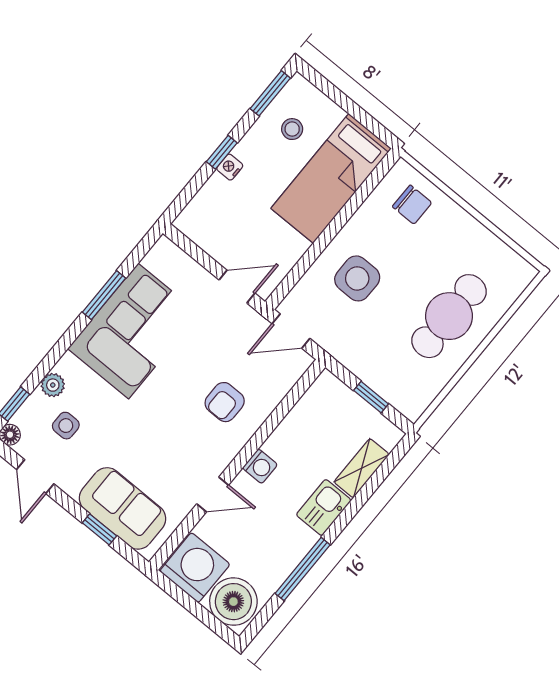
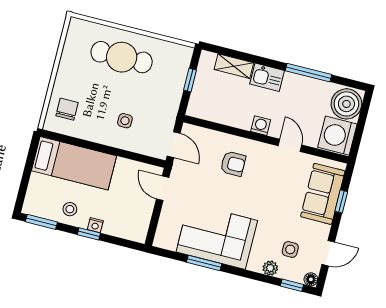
stool: (292, 129) -> (70, 209), moved
side table: (357, 278) -> (125, 121), width x0.54, depth x0.54

